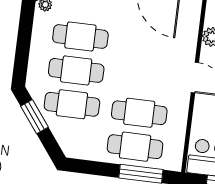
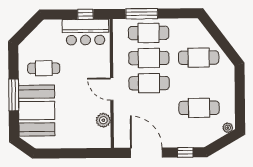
cafe table: (76, 70) -> (149, 83), moved
window: (34, 117) -> (225, 45), removed

